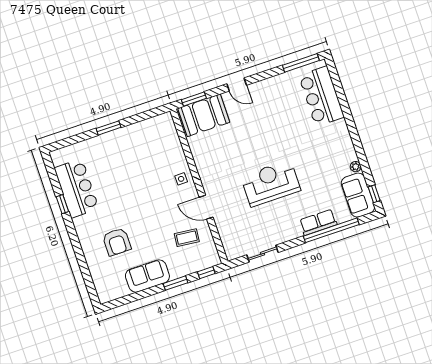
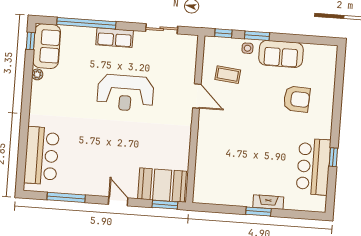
window: (301, 63) -> (66, 197), moved
fireplace: (103, 140) -> (268, 202), added
side table: (181, 179) -> (247, 48), moved
row of seats: (318, 222) -> (115, 38), moved
armchair: (117, 242) -> (297, 99), turned 93

